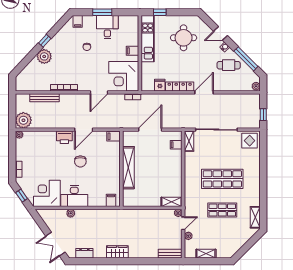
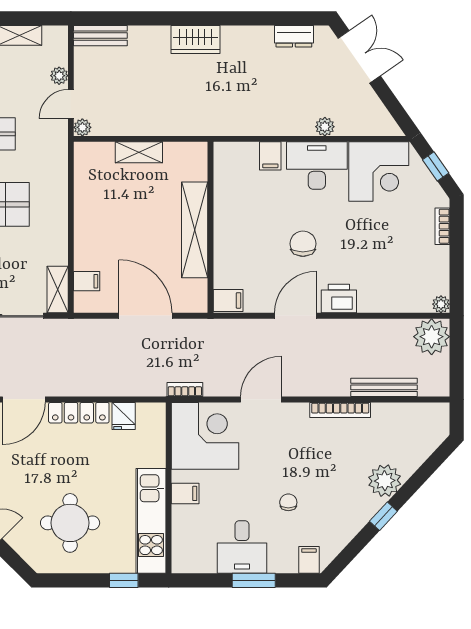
door: (150, 130) -> (146, 316), swing flipped
filing cabinet: (111, 200) -> (270, 156), moved
shelving: (171, 202) -> (139, 152), moved
wardrobe: (117, 252) -> (195, 40), moved

